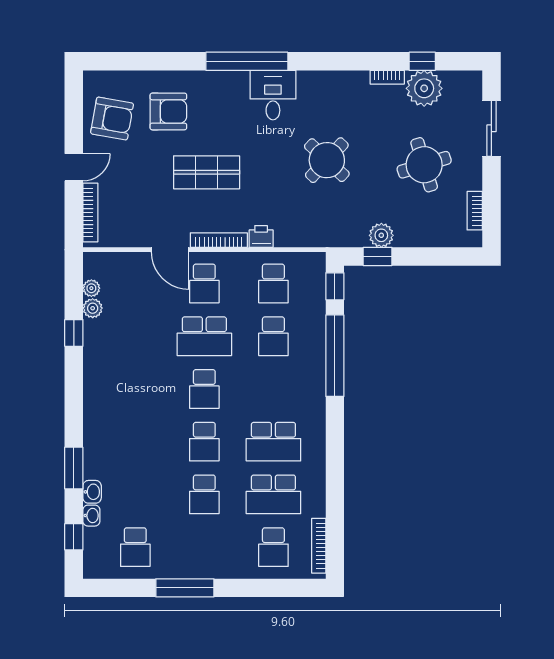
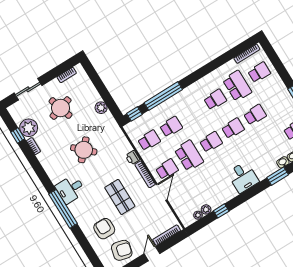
armchair: (112, 119) -> (122, 250), turned 94
door: (74, 167) -> (152, 254), hinge flipped
window: (378, 256) -> (111, 104), removed
desk: (109, 407) -> (243, 177), added
school desk: (273, 442) -> (215, 100), width x0.54

